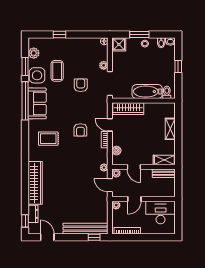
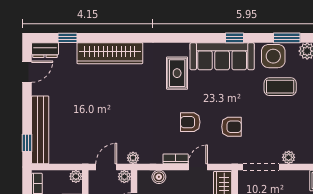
armchair: (81, 85) -> (231, 127), moved
window: (25, 101) -> (235, 38), width x0.32
sofa: (37, 103) -> (222, 56), width x1.36
dresser: (33, 214) -> (45, 50), moved
window: (25, 221) -> (67, 38), moved

